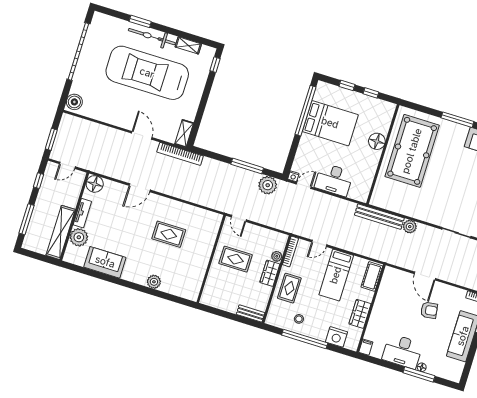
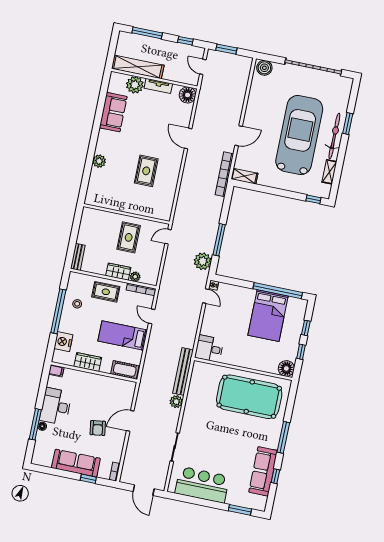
floor lamp: (377, 141) -> (286, 368), moved
desk: (334, 180) -> (209, 349), moved, width x0.73

